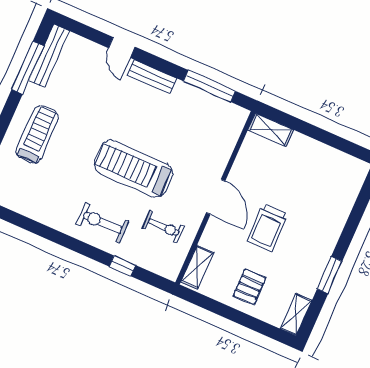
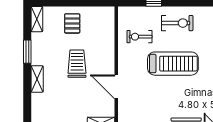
door: (216, 197) -> (116, 87), moved
shelving: (197, 267) -> (37, 79), moved

